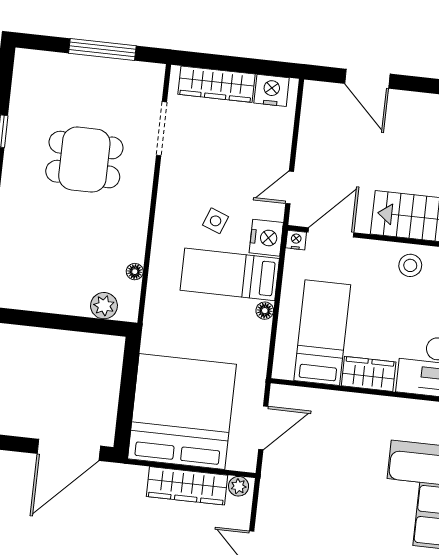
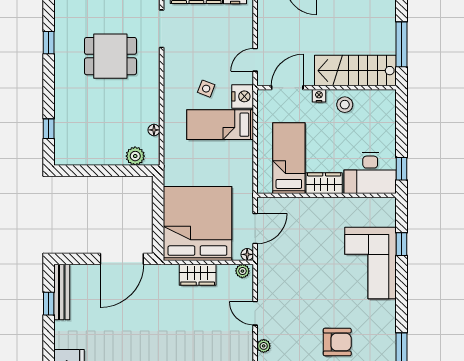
nightstand: (296, 240) -> (319, 96), moved
floor lamp: (265, 311) -> (247, 254), moved
wardrobe: (187, 486) -> (198, 275), width x0.67

